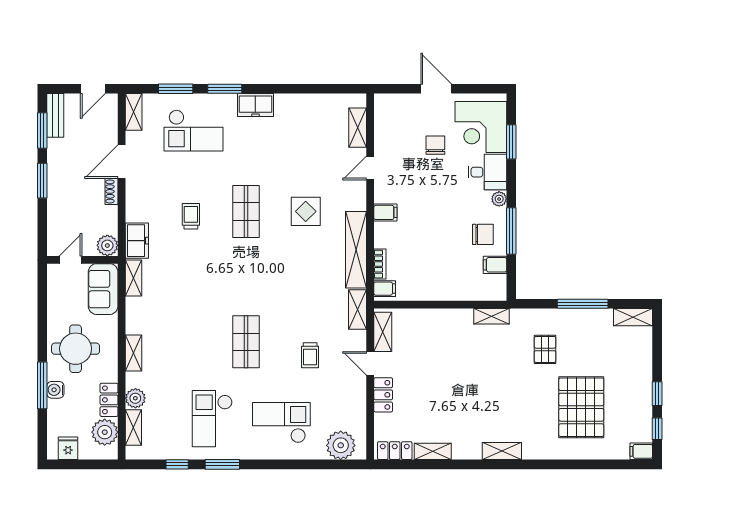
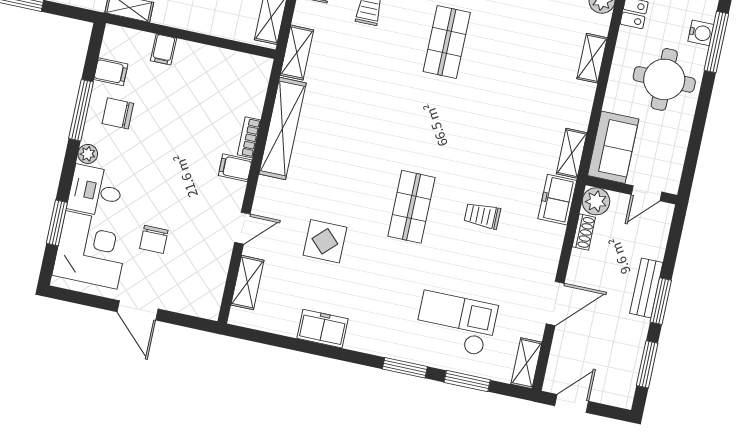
freezer: (255, 105) -> (323, 329), moved
bench: (55, 115) -> (646, 288), moved
shoe rack: (112, 191) -> (584, 232), moved
display table: (306, 211) -> (325, 241), moved
trolley: (191, 216) -> (482, 216), turned 90
bookcase: (380, 264) -> (249, 137), moved
filing cabinet: (385, 289) -> (164, 49), moved, turned -90

